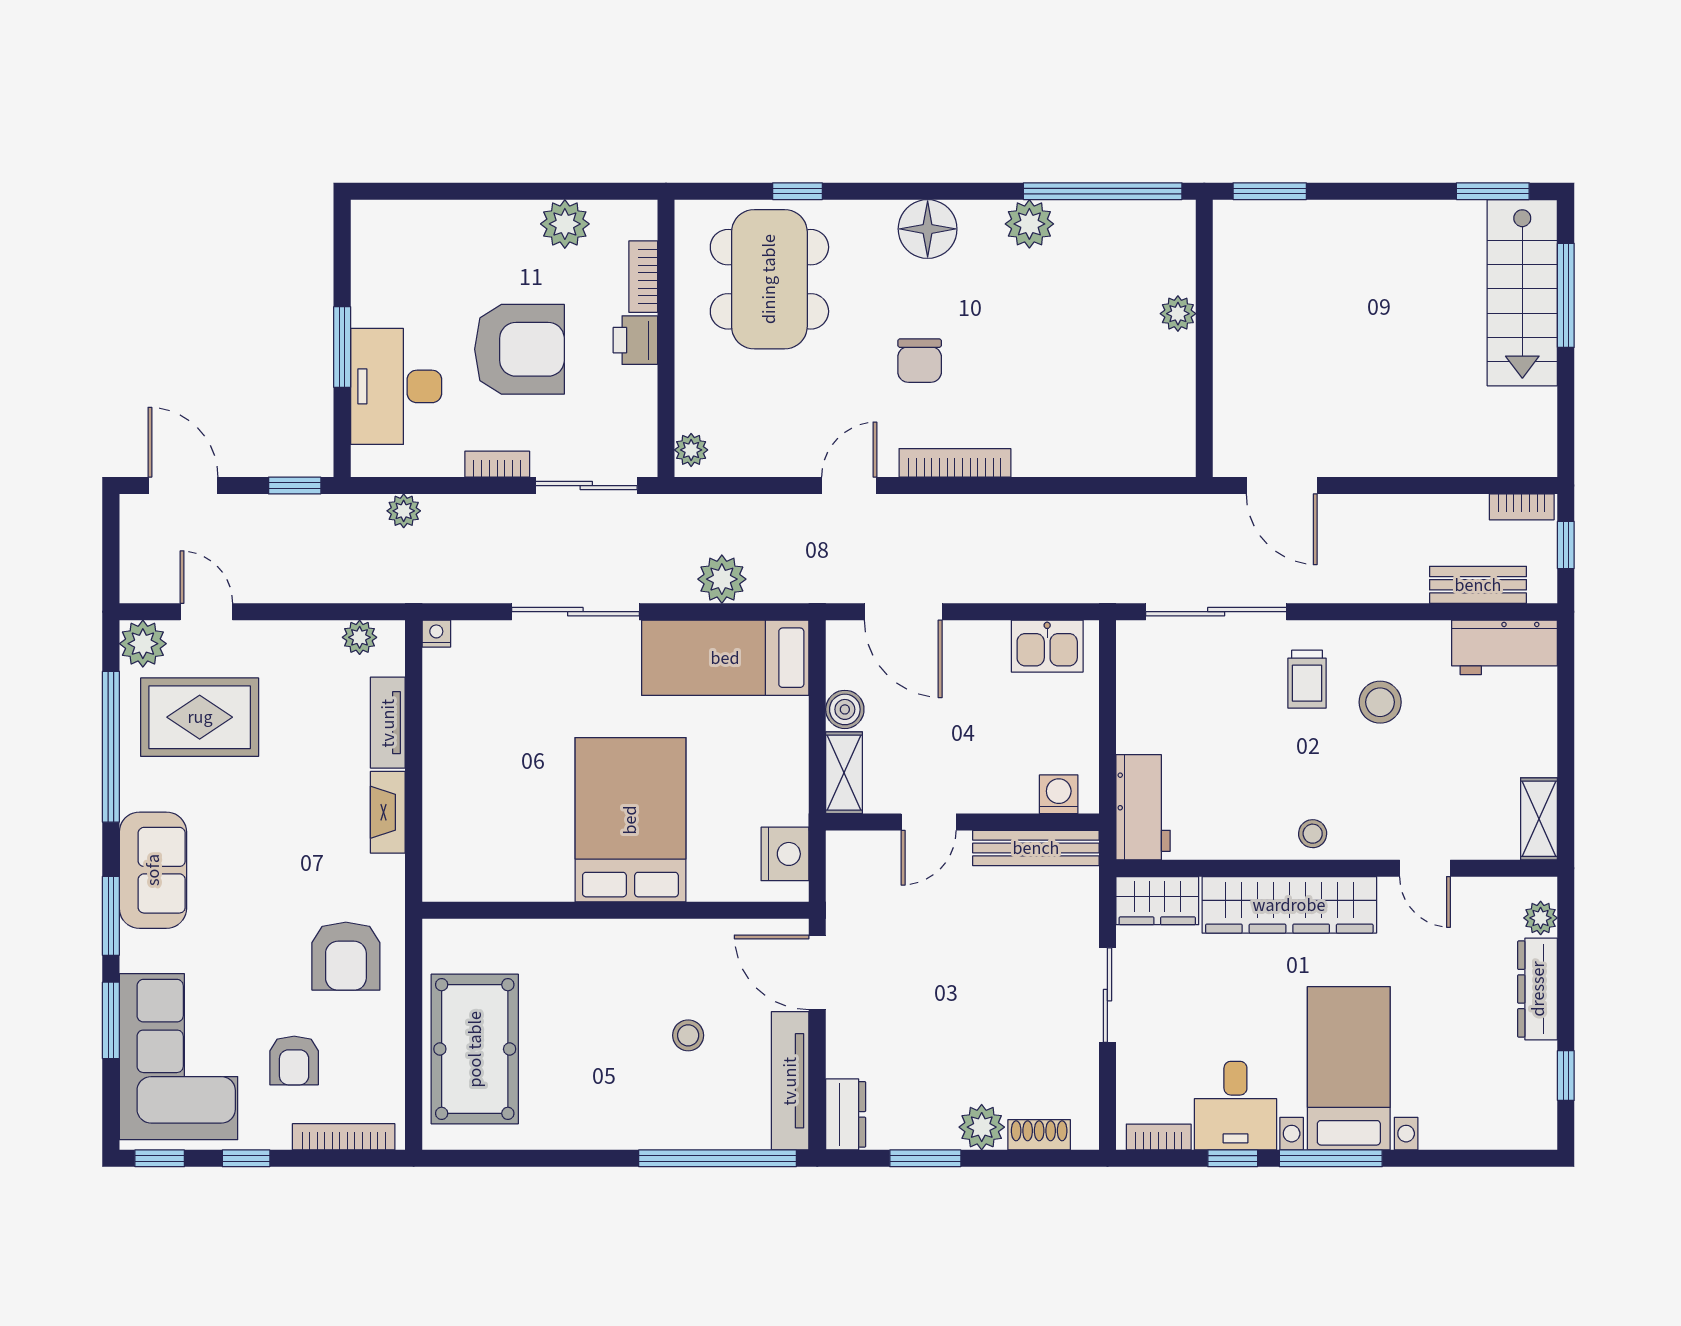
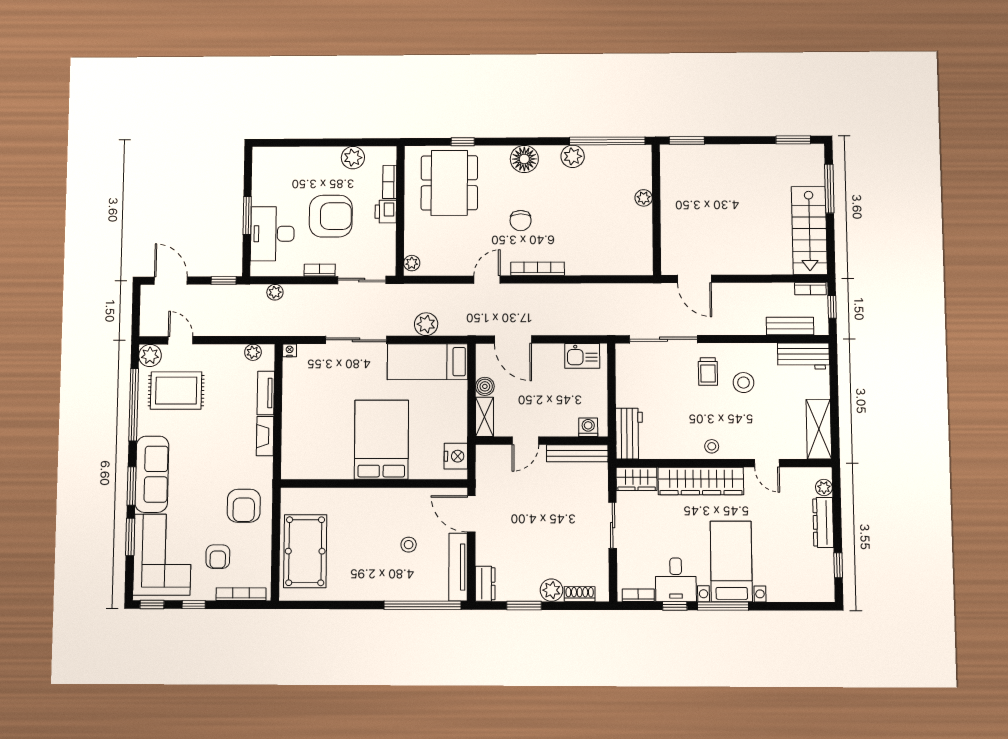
stairs: (1522, 293) -> (809, 230), moved
shelving: (1539, 819) -> (819, 429), width x1.50, depth x1.33
sofa: (153, 870) -> (152, 474), width x1.36

